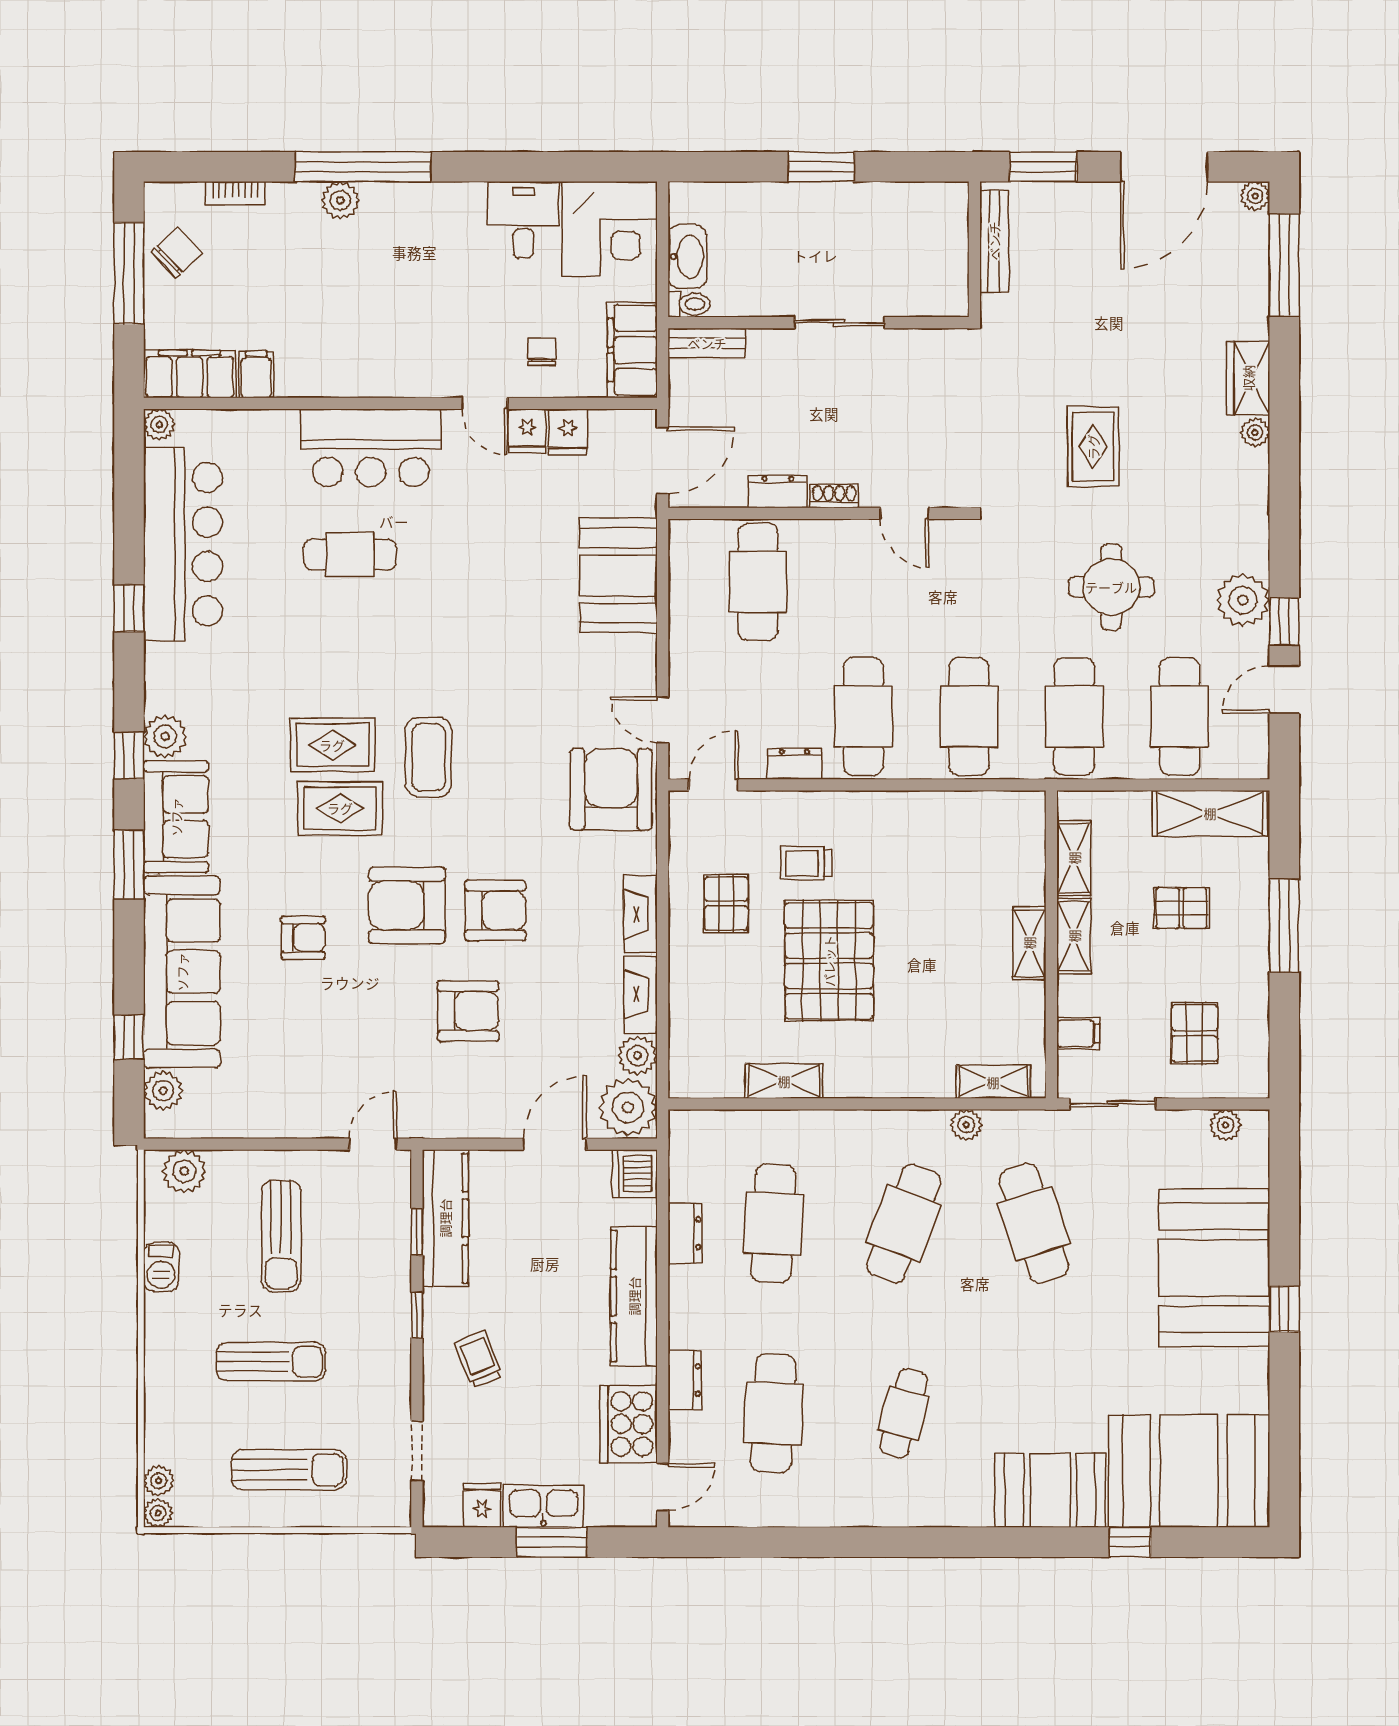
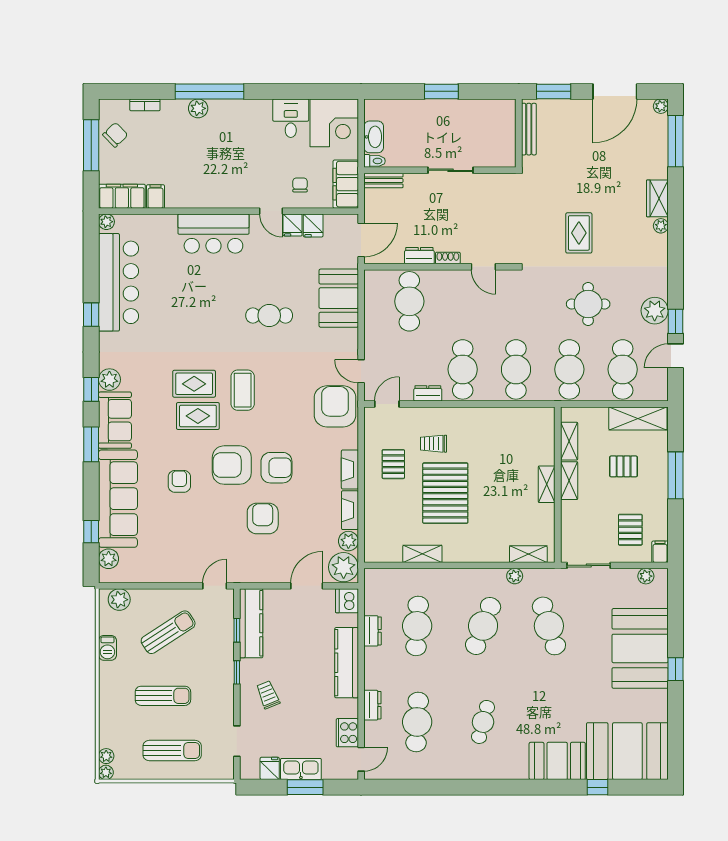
cafe table: (350, 554) -> (269, 316), moved
armchair: (303, 938) -> (179, 481), turned -90
armchair: (468, 1011) -> (263, 518), turned -90
filing cabinet: (1078, 1033) -> (660, 552), moved, turned -90
sun lounger: (281, 1236) -> (168, 632), turned -123
cooker: (629, 1424) -> (347, 733), width x0.73, depth x0.76

